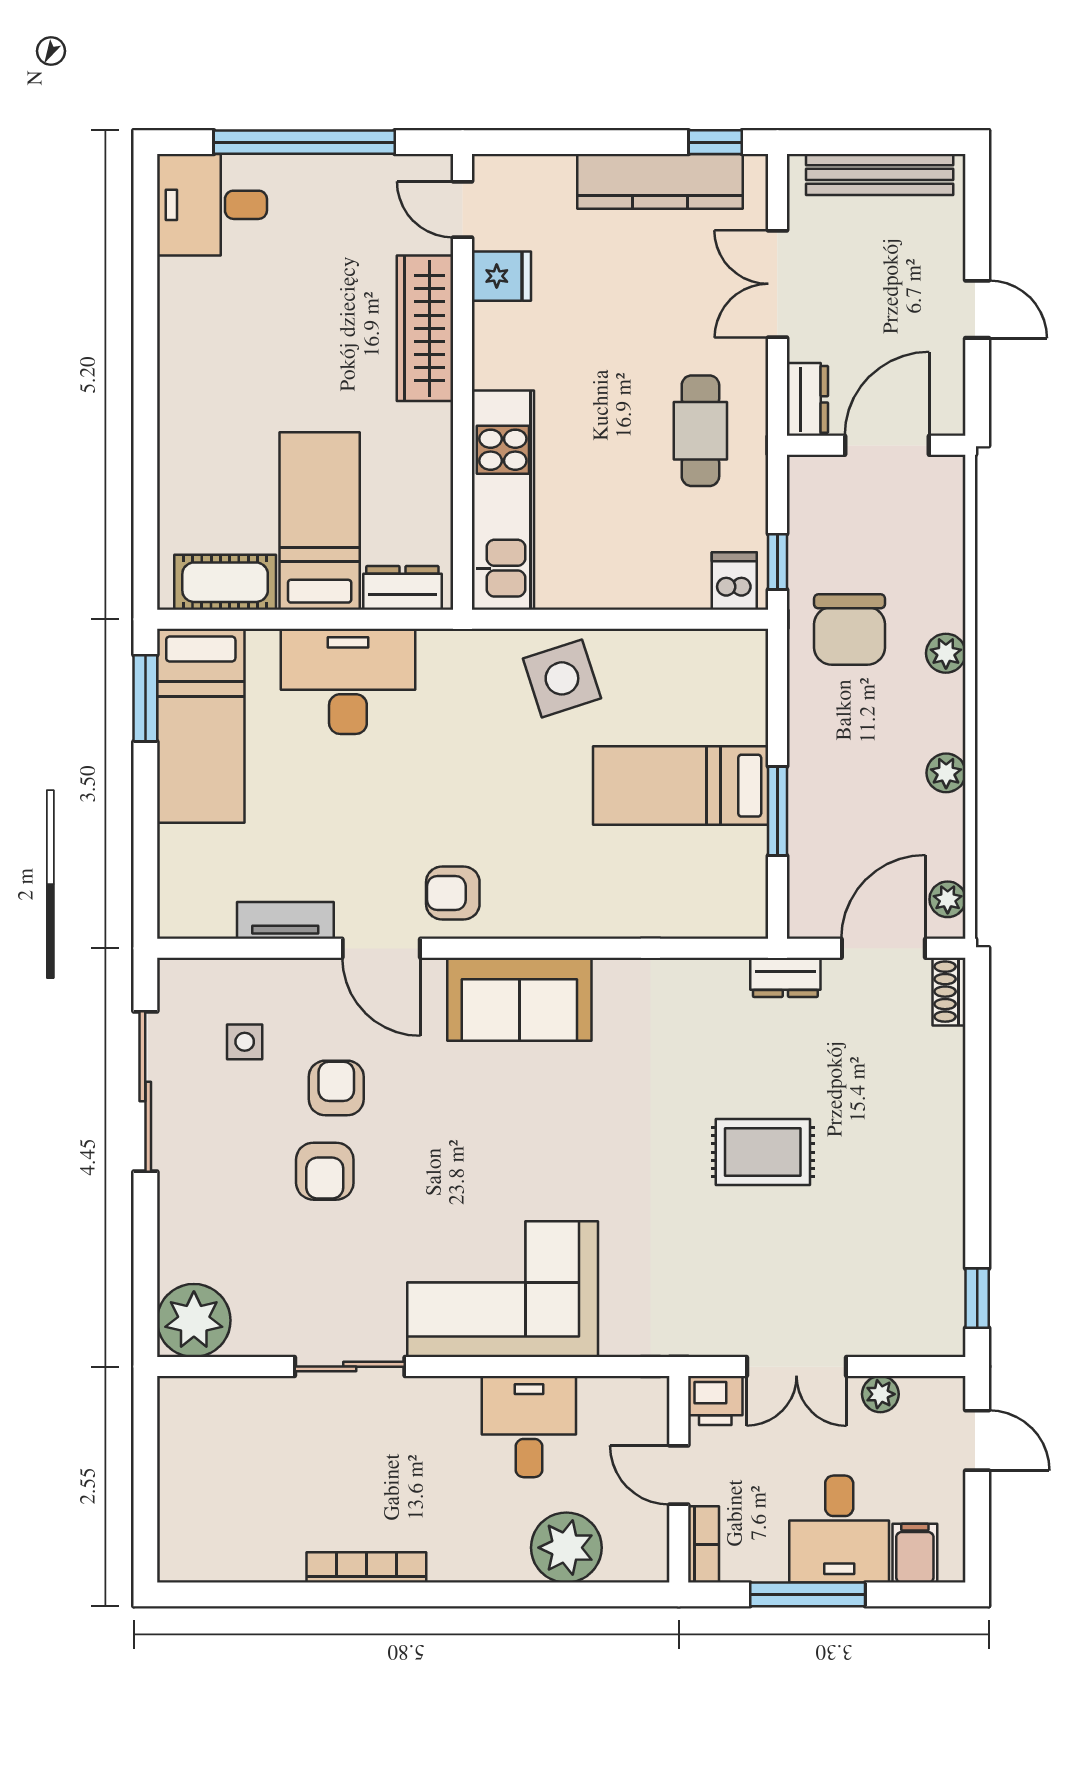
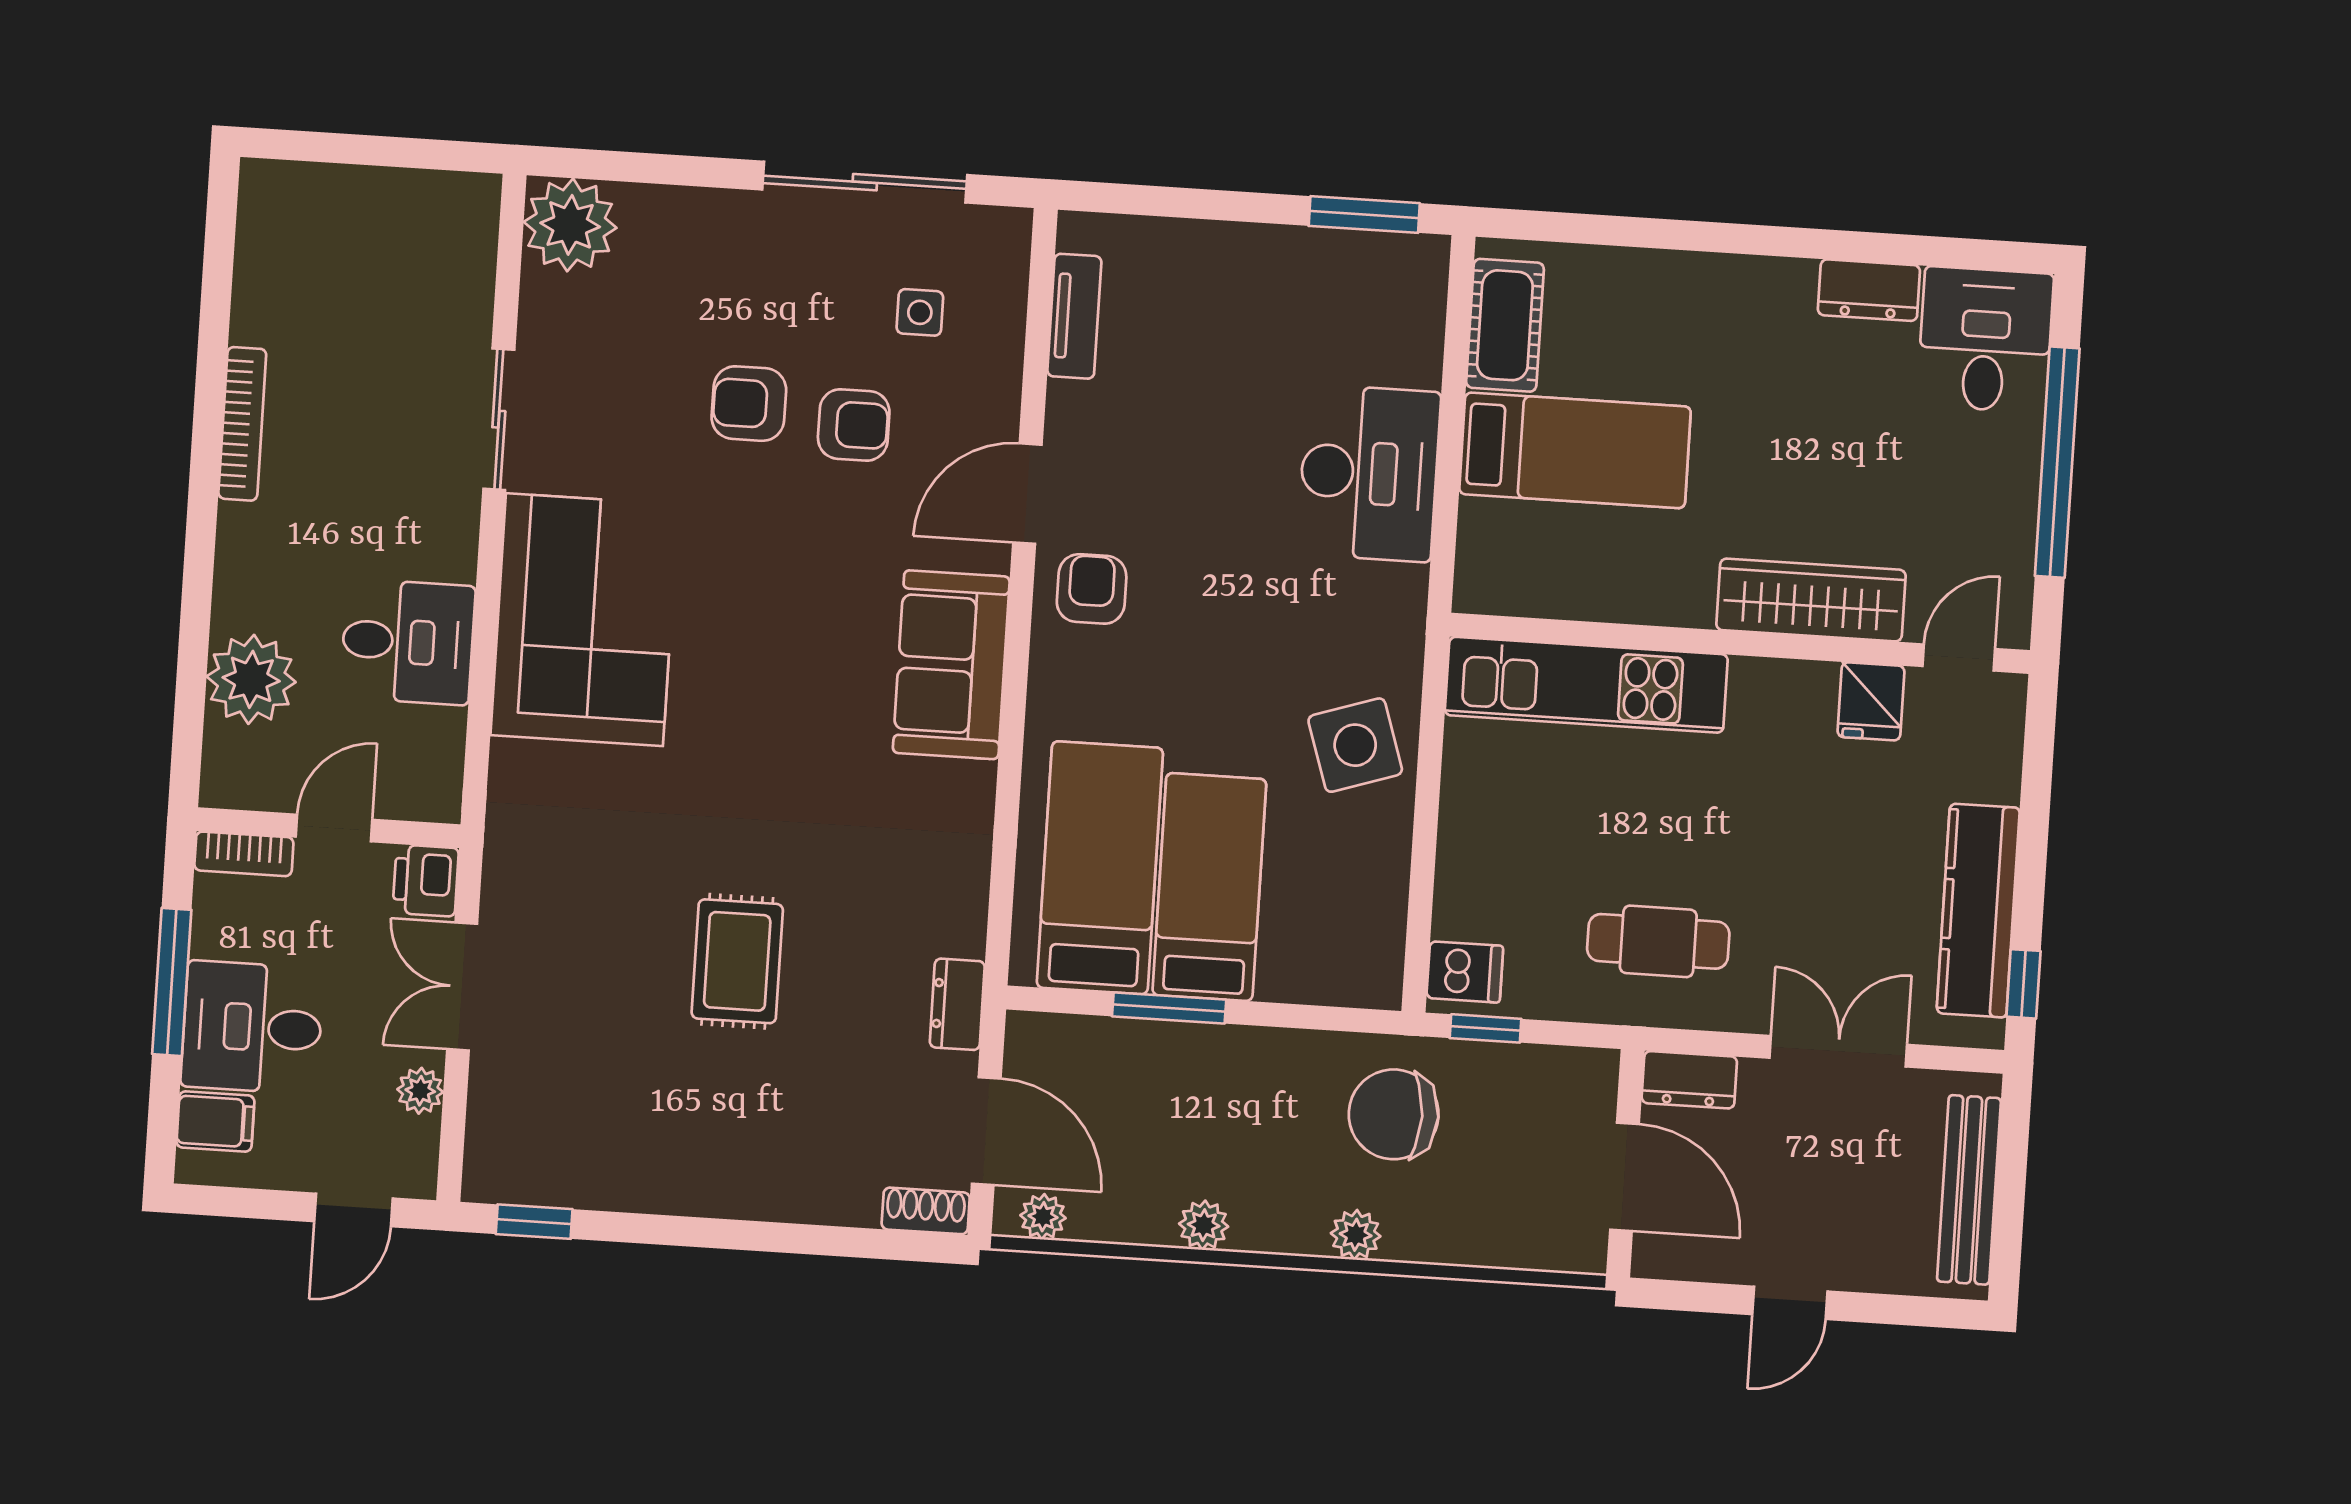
dresser: (402, 588) -> (1869, 290), moved, turned 90
bed: (201, 726) -> (1100, 868), moved, turned 90
tv unit: (285, 920) -> (1074, 316), moved

